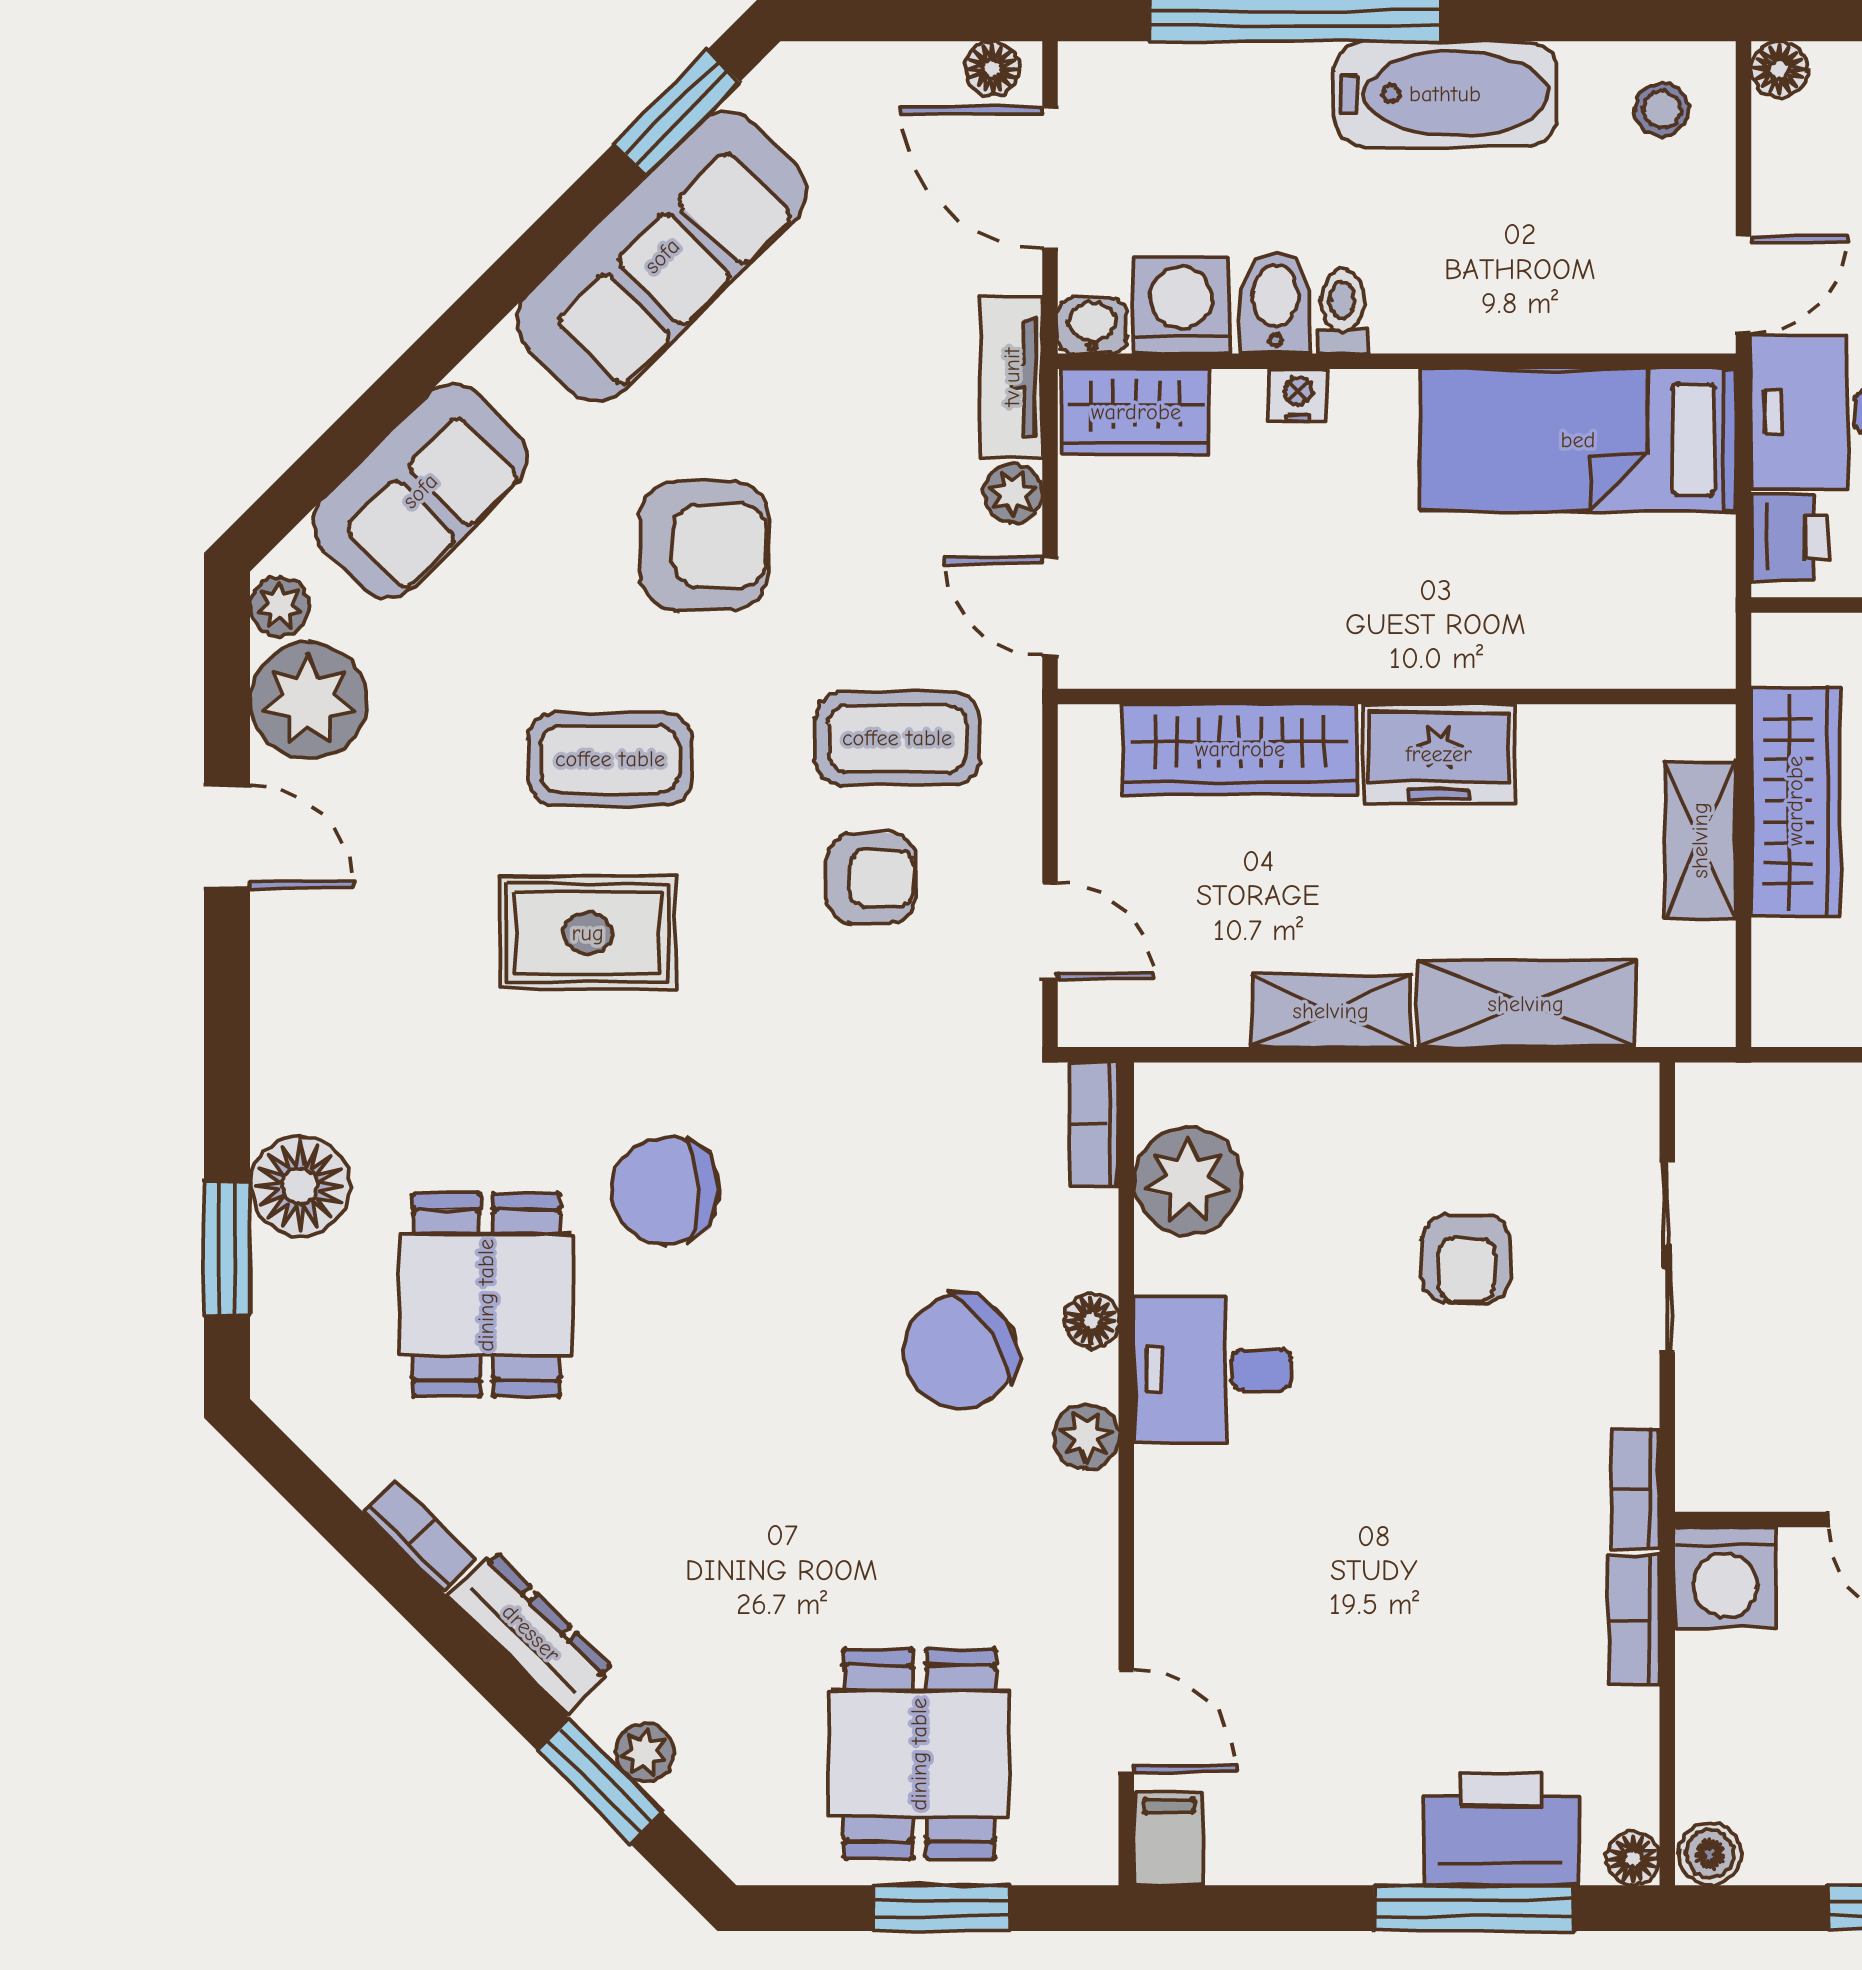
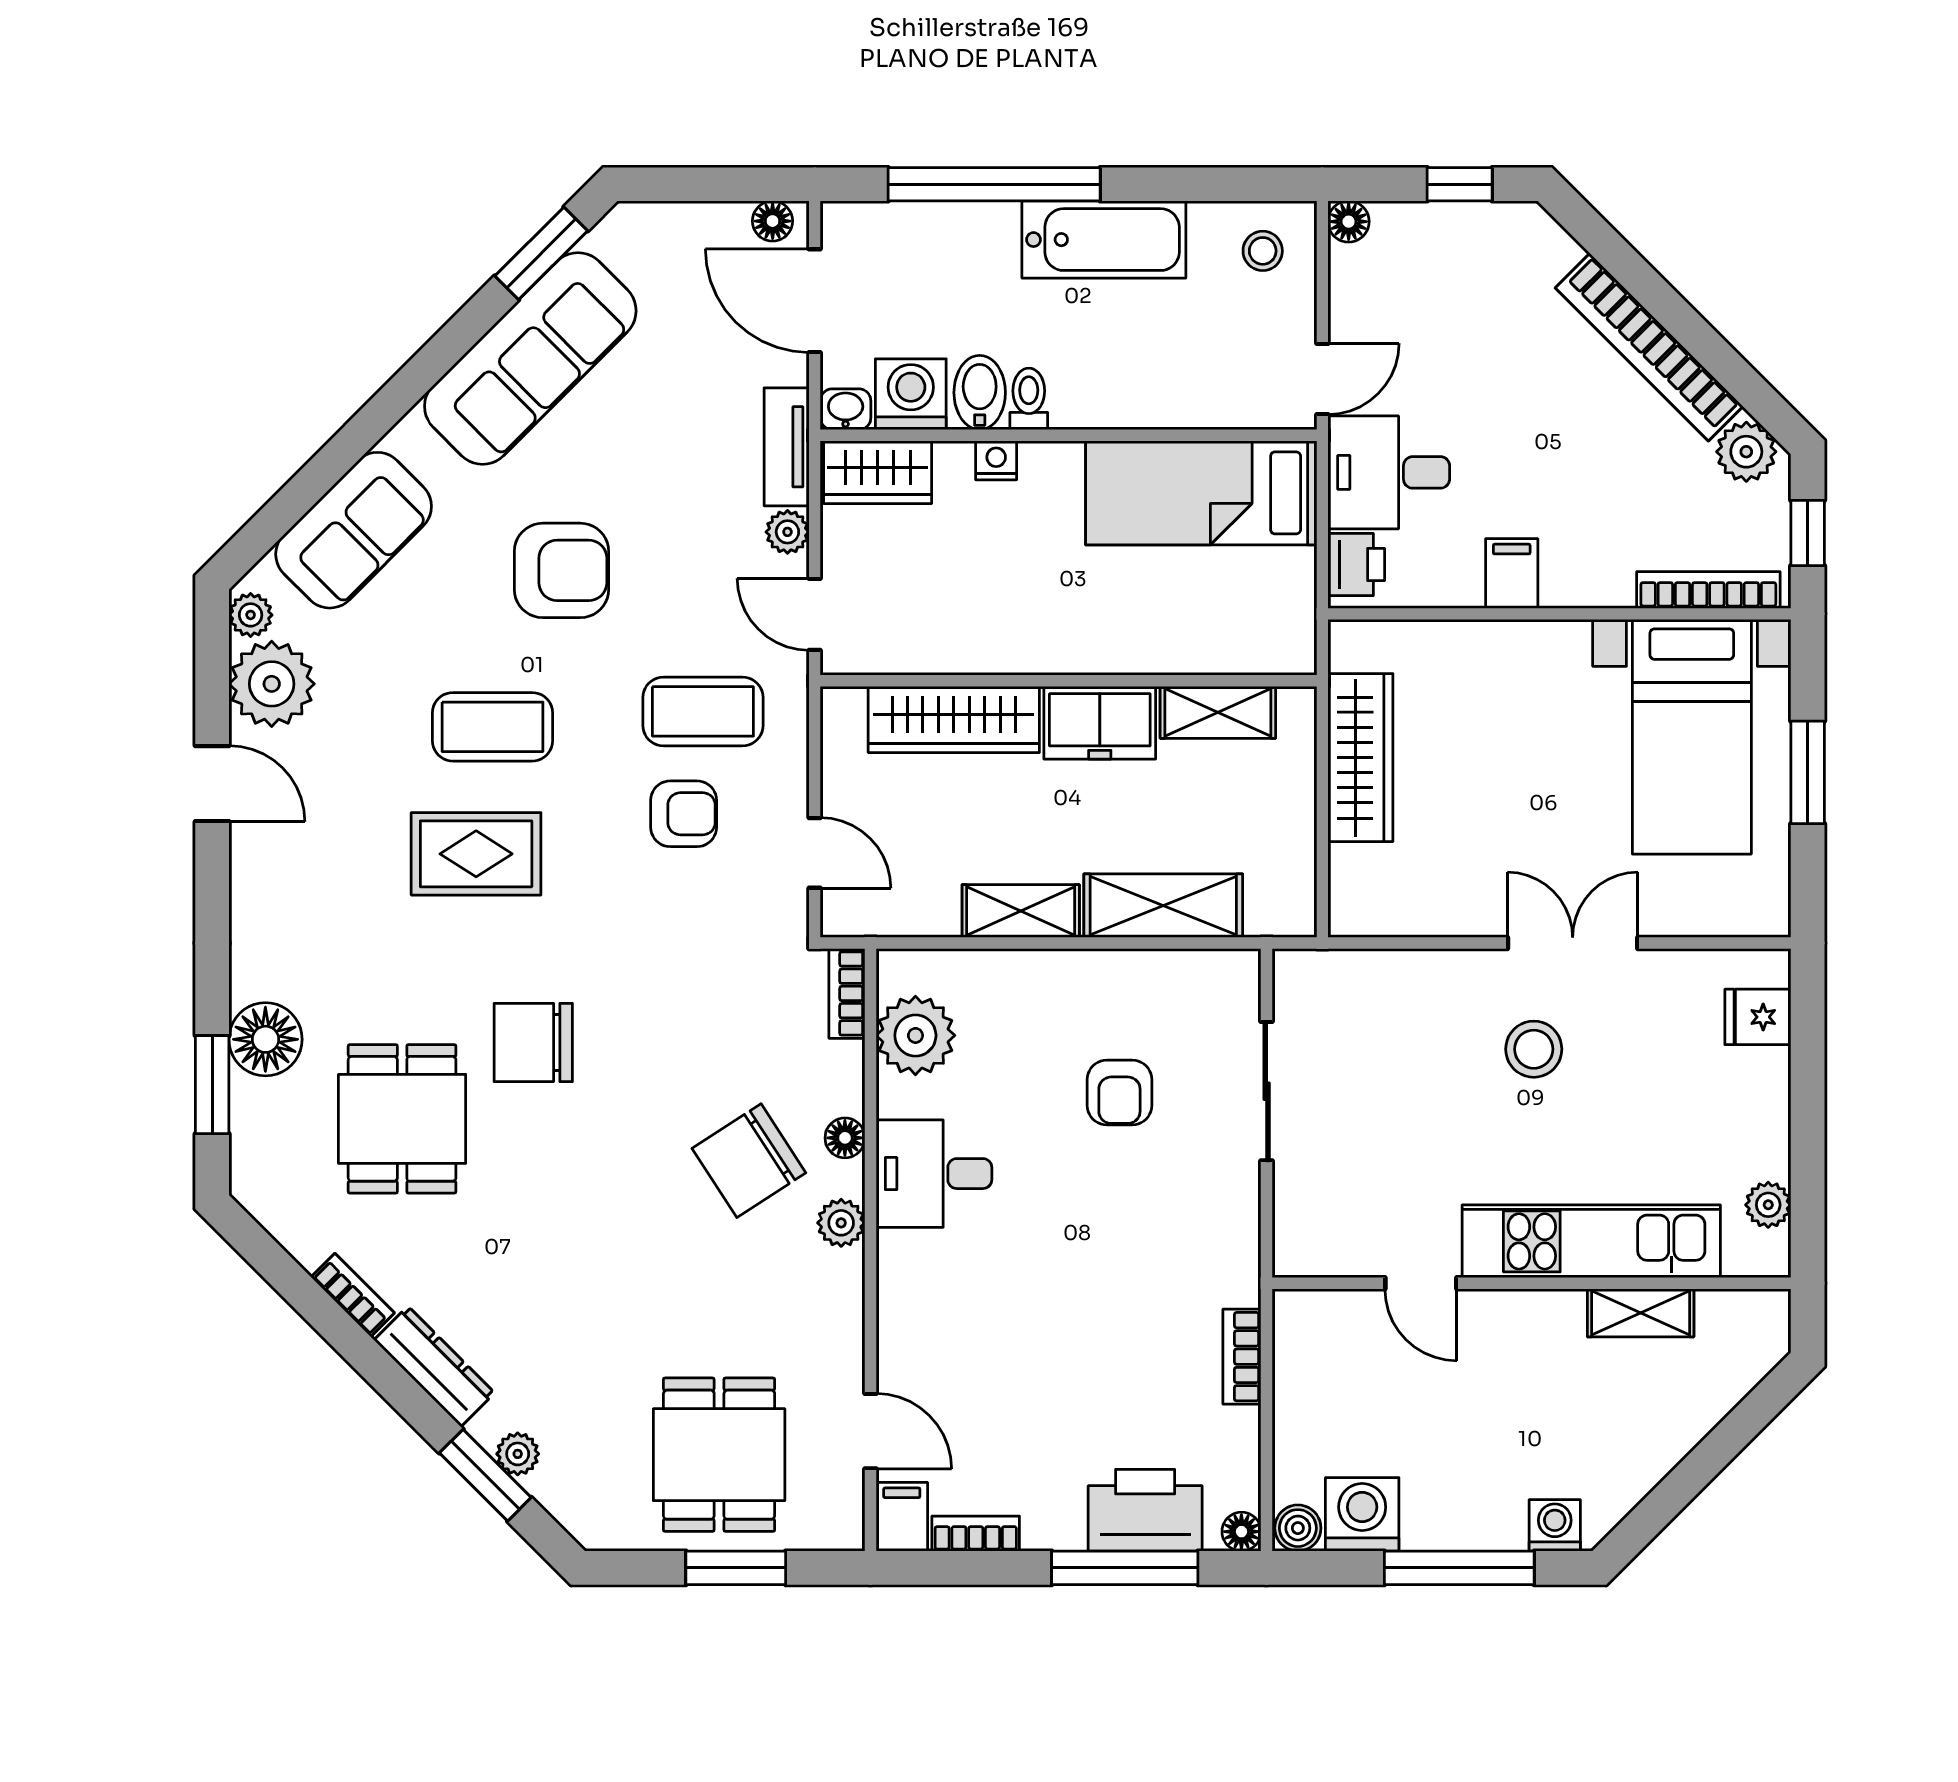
shelving: (1700, 840) -> (1218, 712), moved, turned 90
bookcase: (1636, 1489) -> (976, 1534), moved, turned 90
washing machine: (1725, 1577) -> (1362, 1514), moved, turned 180

